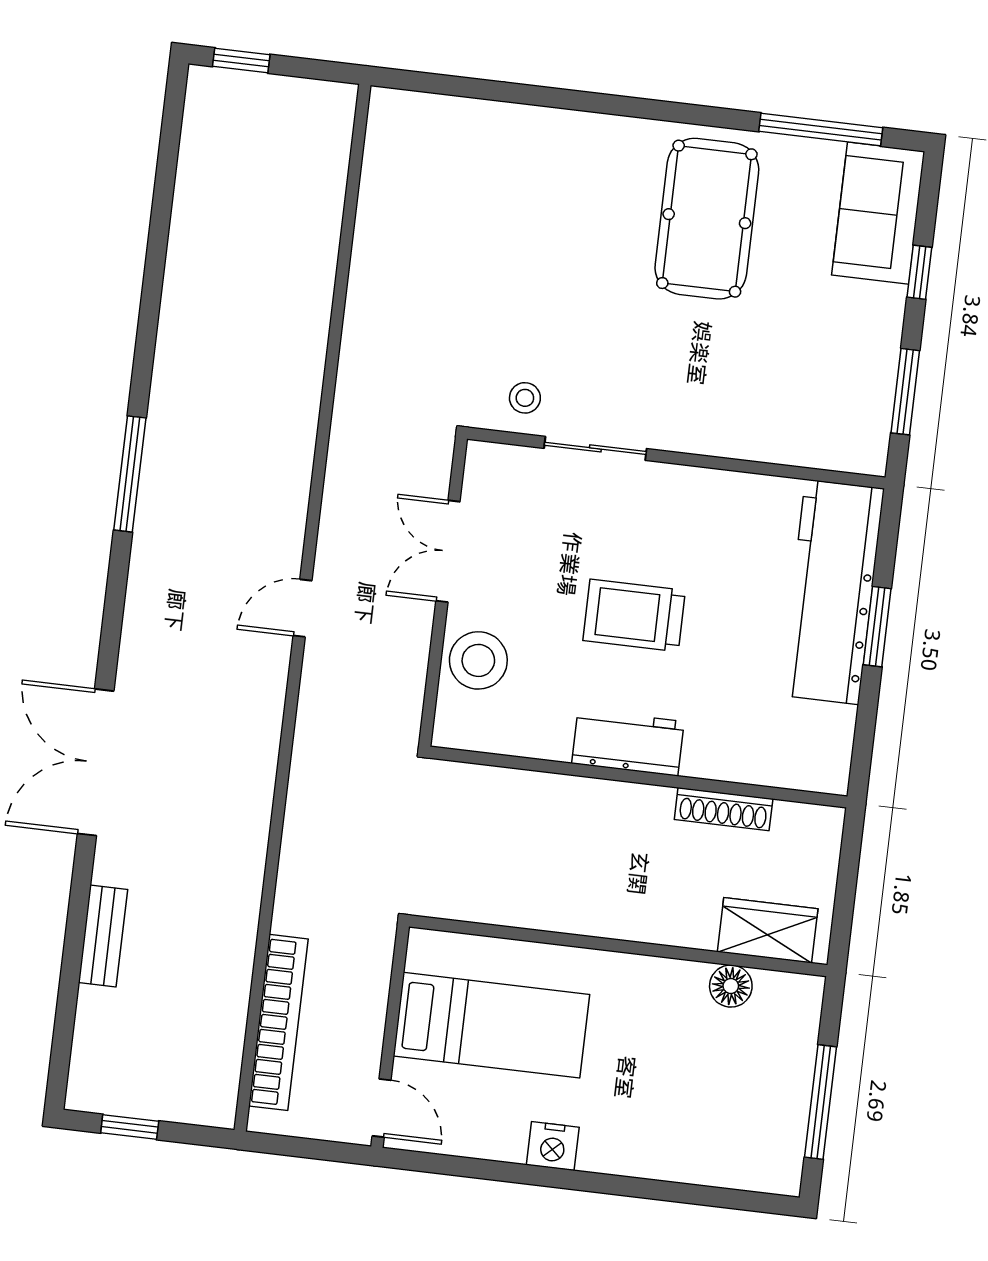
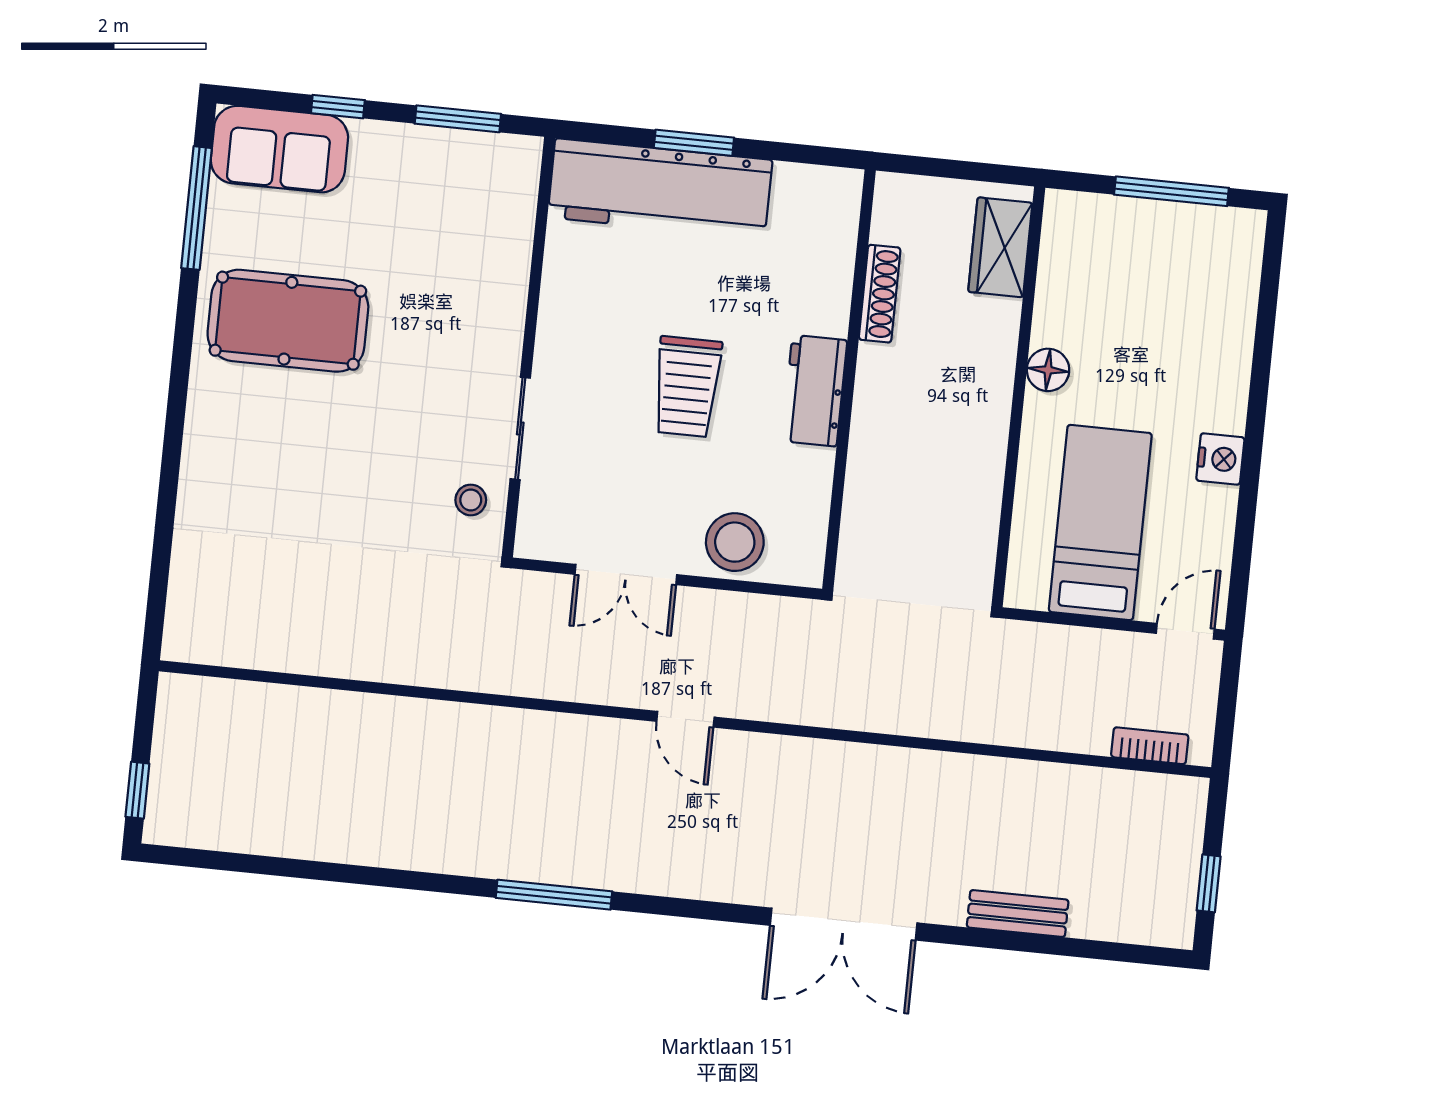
floor lamp: (731, 986) -> (1048, 370), moved
bookcase: (278, 1022) -> (1150, 746), width x0.43, depth x0.76

